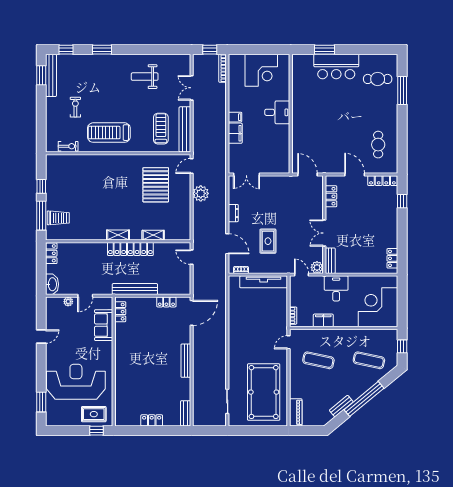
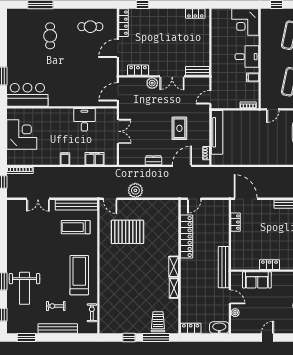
bar counter: (336, 66) -> (27, 95), moved, turned -90
bench: (51, 75) -> (58, 329), moved
weight bench: (145, 77) -> (24, 288), moved, width x1.36, depth x1.33
cafe table: (378, 79) -> (50, 36), moved
desk: (277, 112) -> (84, 120), moved
treadmill: (109, 133) -> (79, 275), turned 180
filing cabinet: (235, 133) -> (95, 159), moved
double door: (246, 174) -> (118, 131), moved
shelving: (153, 235) -> (174, 288), moved
rug: (268, 241) -> (179, 128), turned 90
locker: (130, 249) -> (187, 237), moved
plant: (317, 267) -> (152, 83), moved
desk: (336, 288) -> (247, 57), moved, turned 180
bench: (135, 289) -> (224, 267), moved
corner desk: (378, 307) -> (245, 22), width x0.74, depth x0.74
locker: (120, 312) -> (270, 265), moved
filing cabinet: (323, 320) -> (253, 77), width x0.50
door: (41, 337) -> (267, 338), hinge flipped
door: (289, 342) -> (273, 109), hinge flipped

